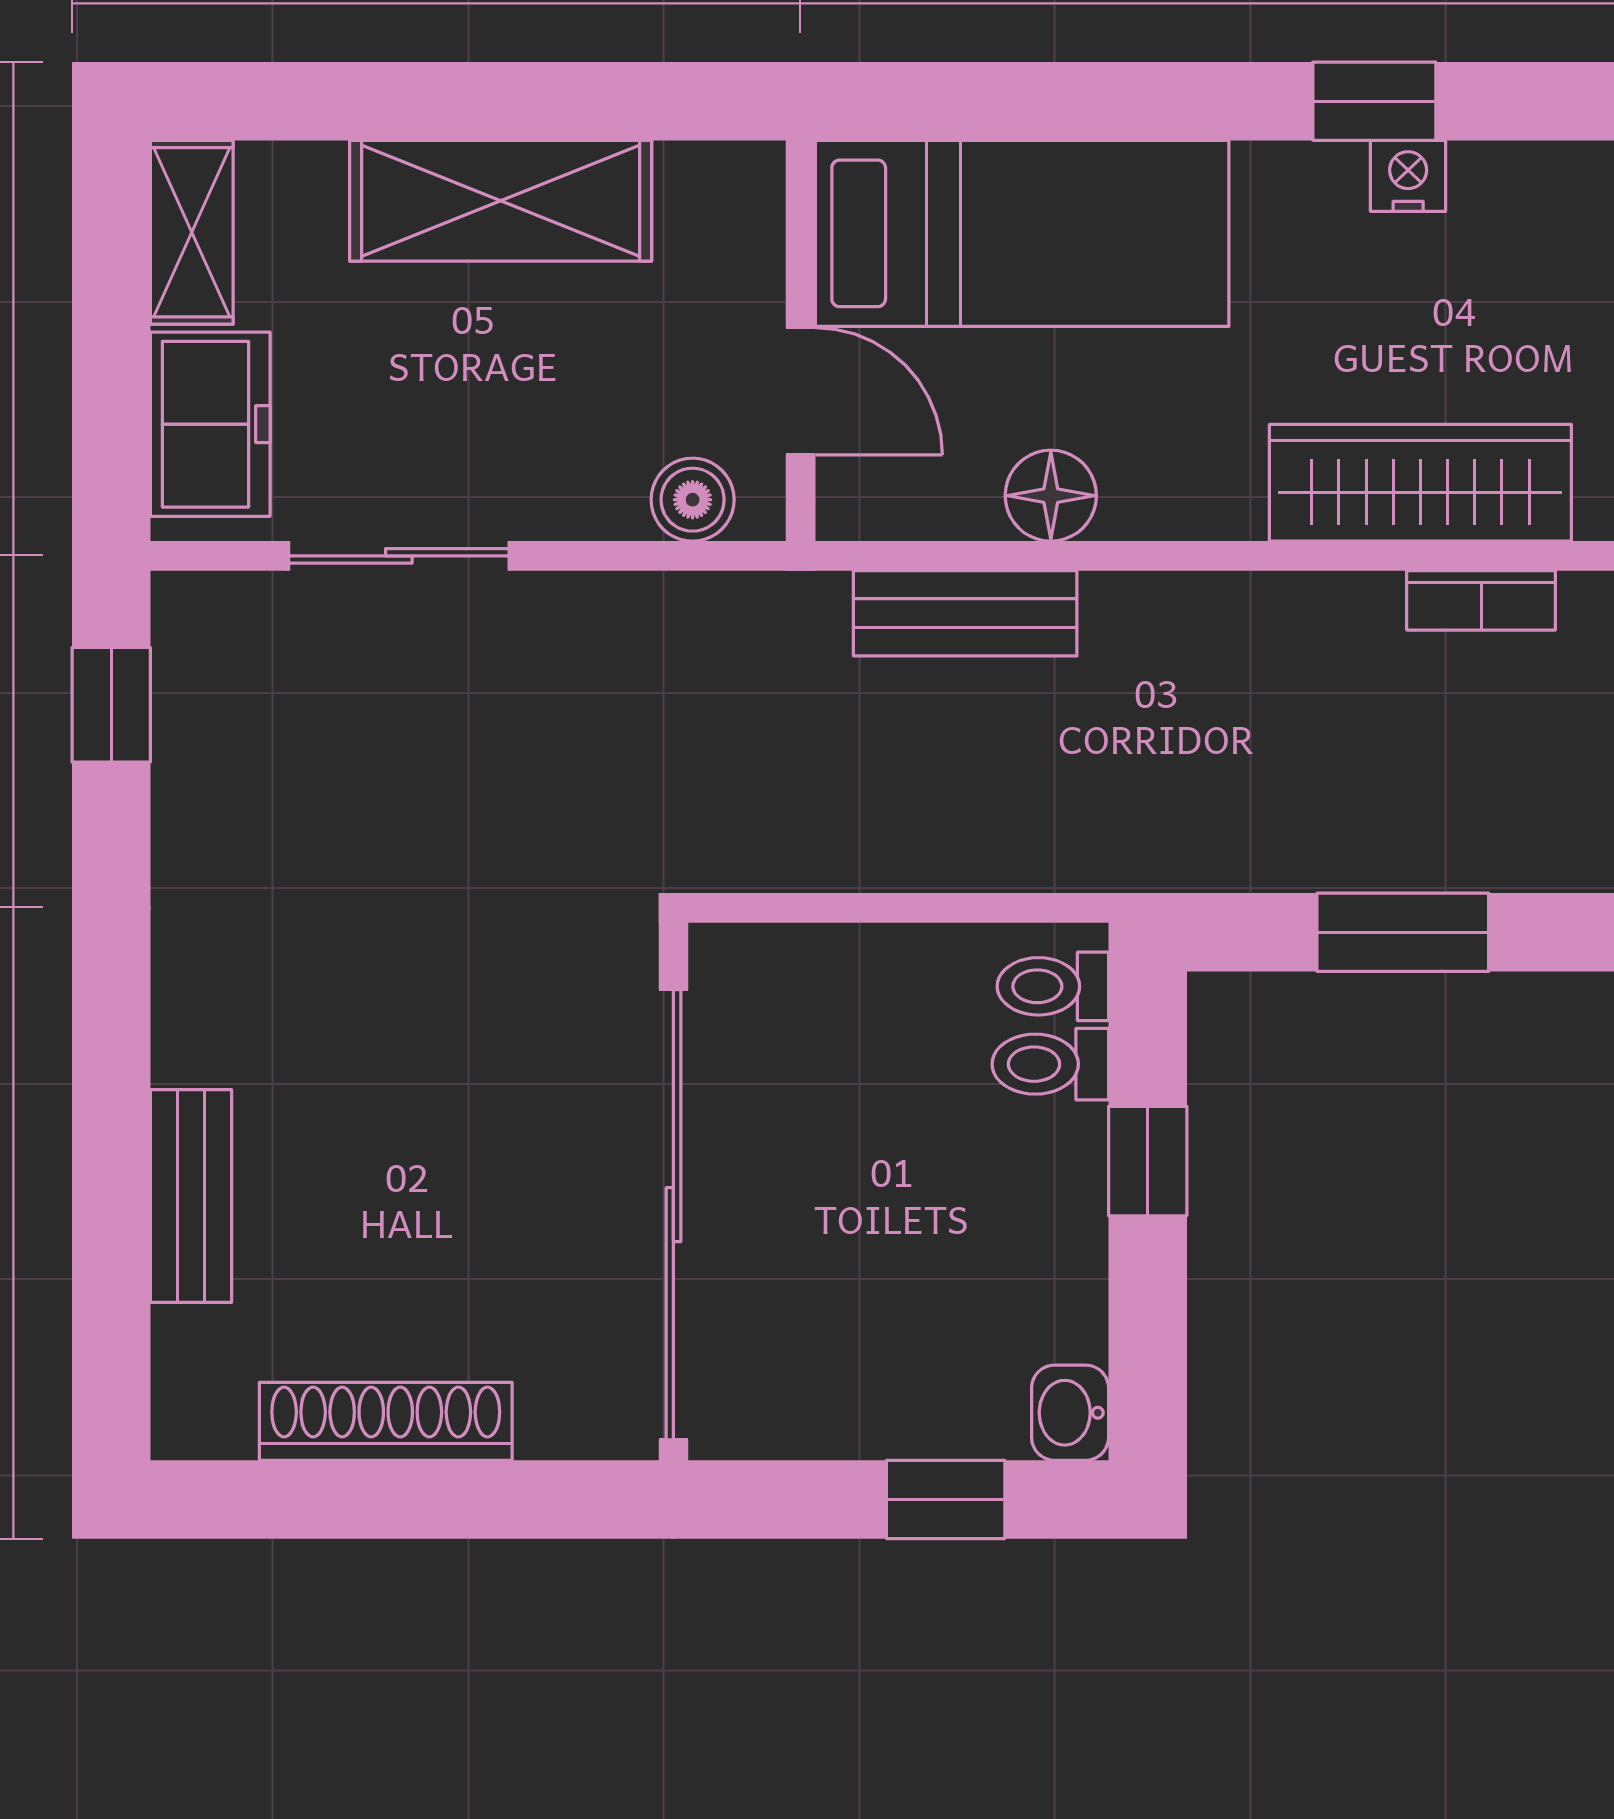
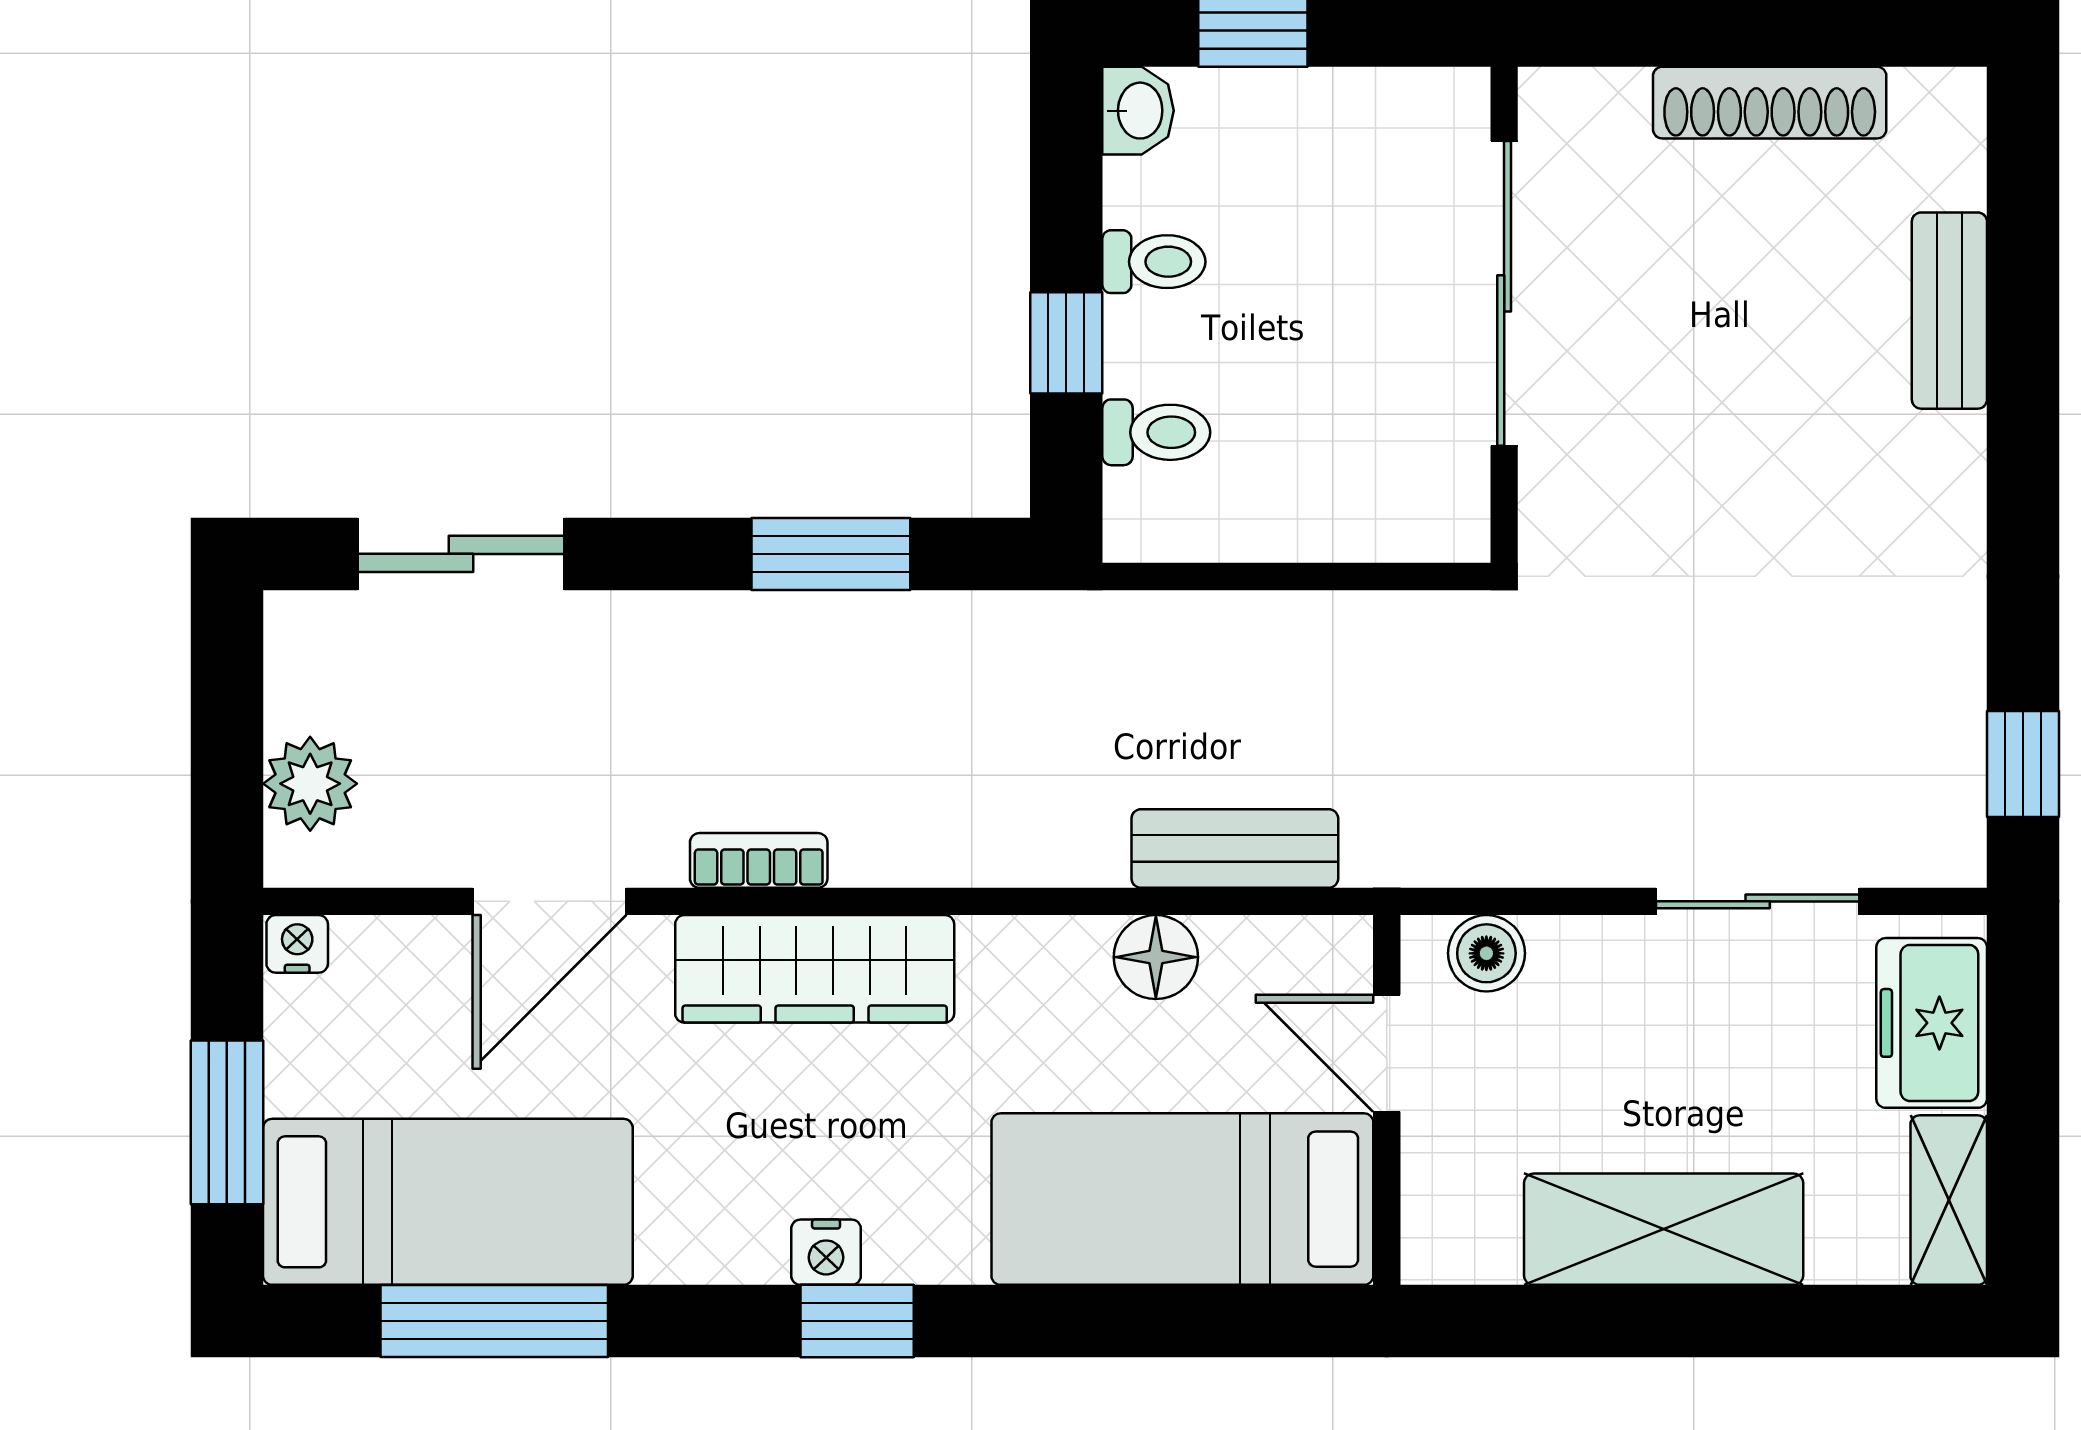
toilet: (1053, 986) -> (1154, 262), moved
sliding door: (673, 1215) -> (1504, 293), width x0.73

